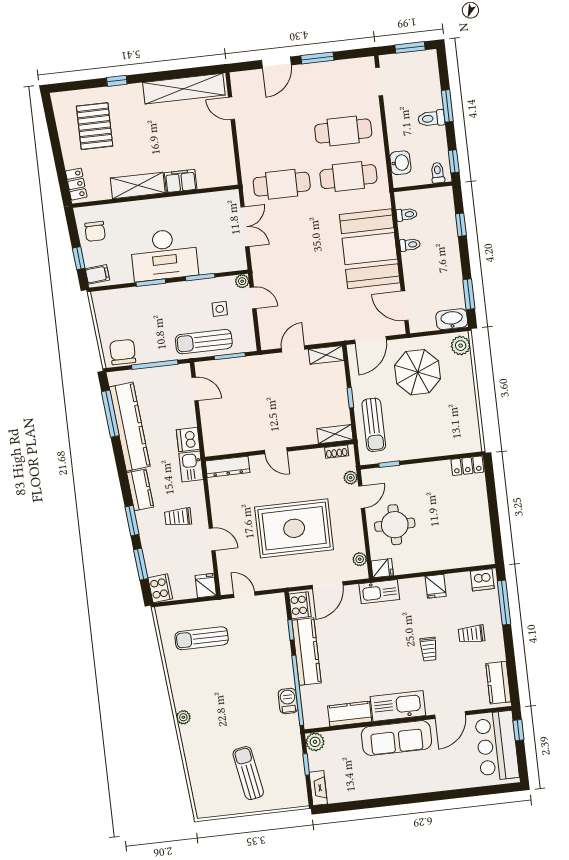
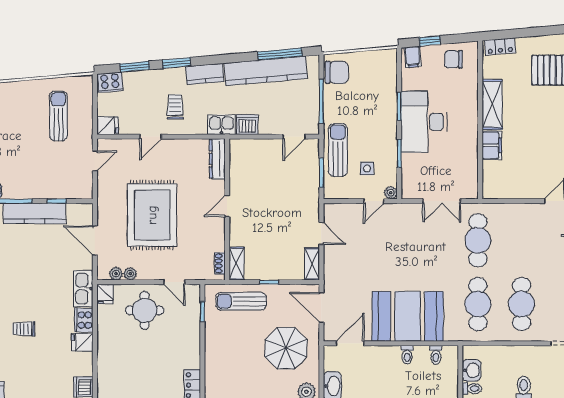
washbasin: (400, 163) -> (472, 370), moved, turned -90
plant: (351, 478) -> (130, 274), moved
cooker: (300, 605) -> (84, 320), moved, turned 90
trolley: (472, 634) -> (33, 371), removed

